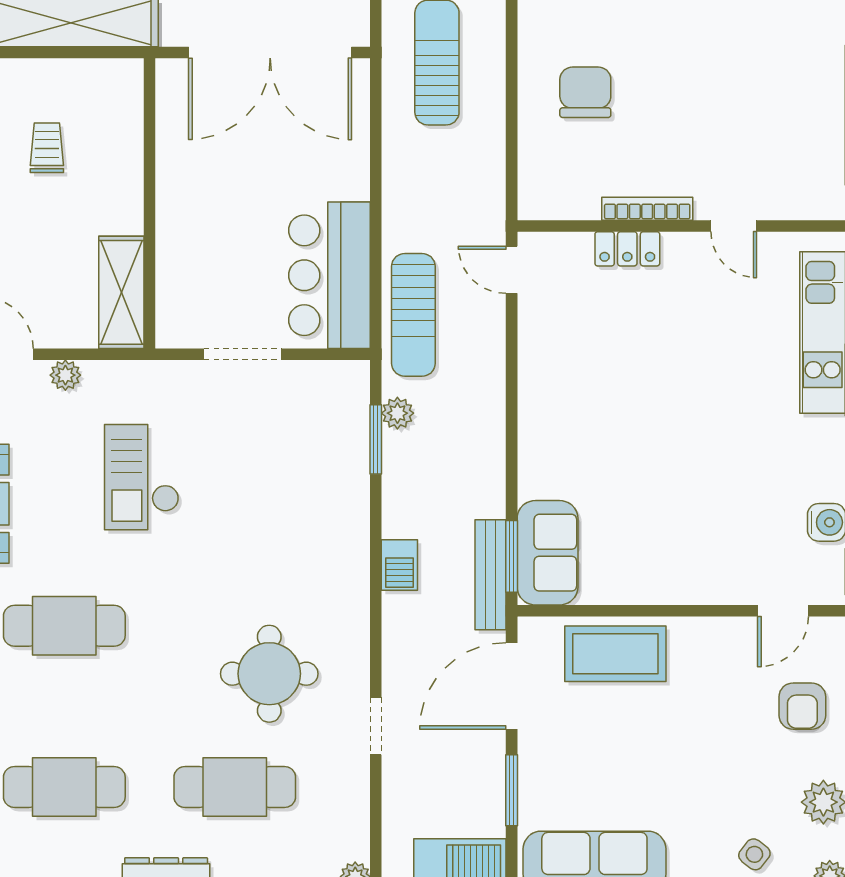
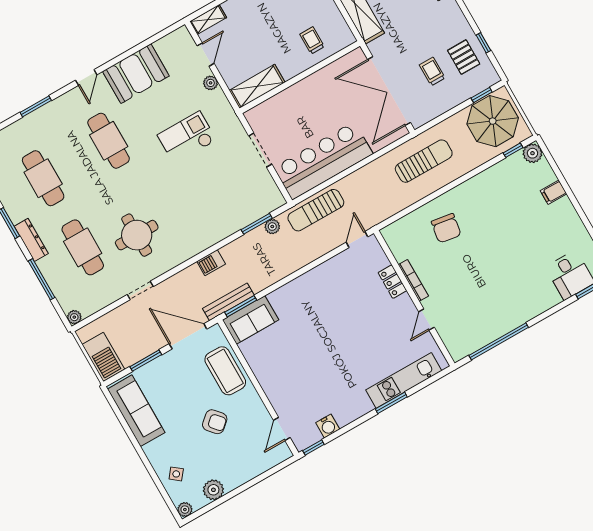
chair: (585, 92) -> (446, 228), turned 99
trolley: (47, 148) -> (312, 40), moved, turned -90
bar counter: (329, 275) -> (323, 161), width x1.36
door: (783, 611) -> (282, 429), hinge flipped
armchair: (802, 706) -> (215, 422), moved, turned -131

